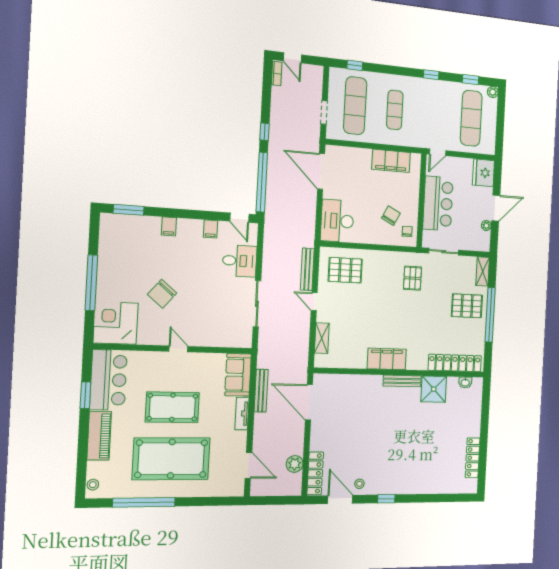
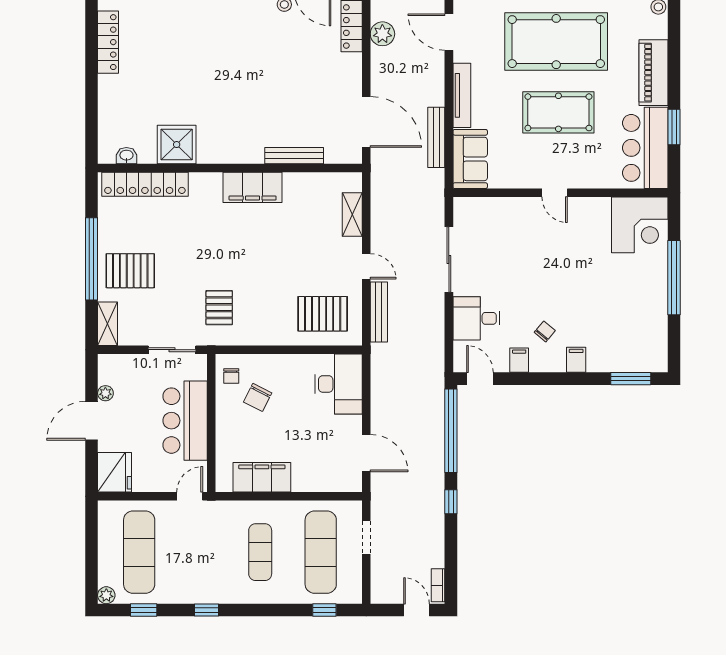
door: (321, 171) -> (366, 453), width x0.73
chair: (162, 294) -> (545, 331), moved, width x0.54, depth x0.54
bench: (402, 381) -> (294, 156), moved
tv unit: (242, 414) -> (462, 95), width x1.41

